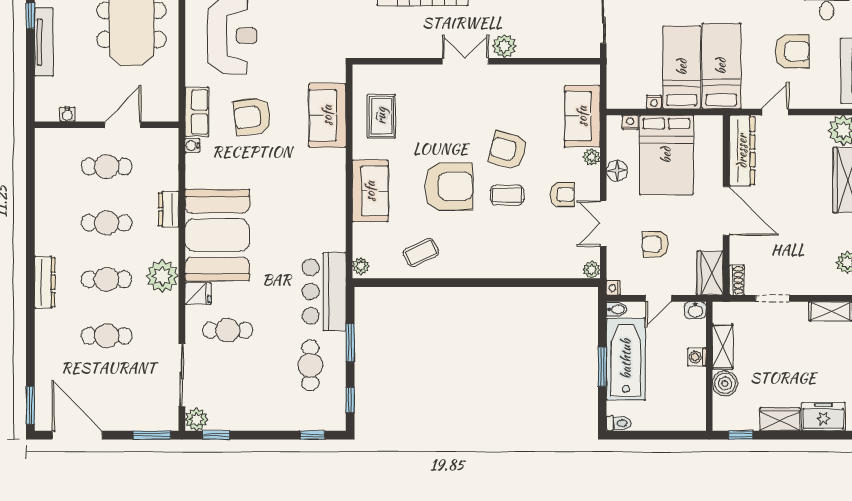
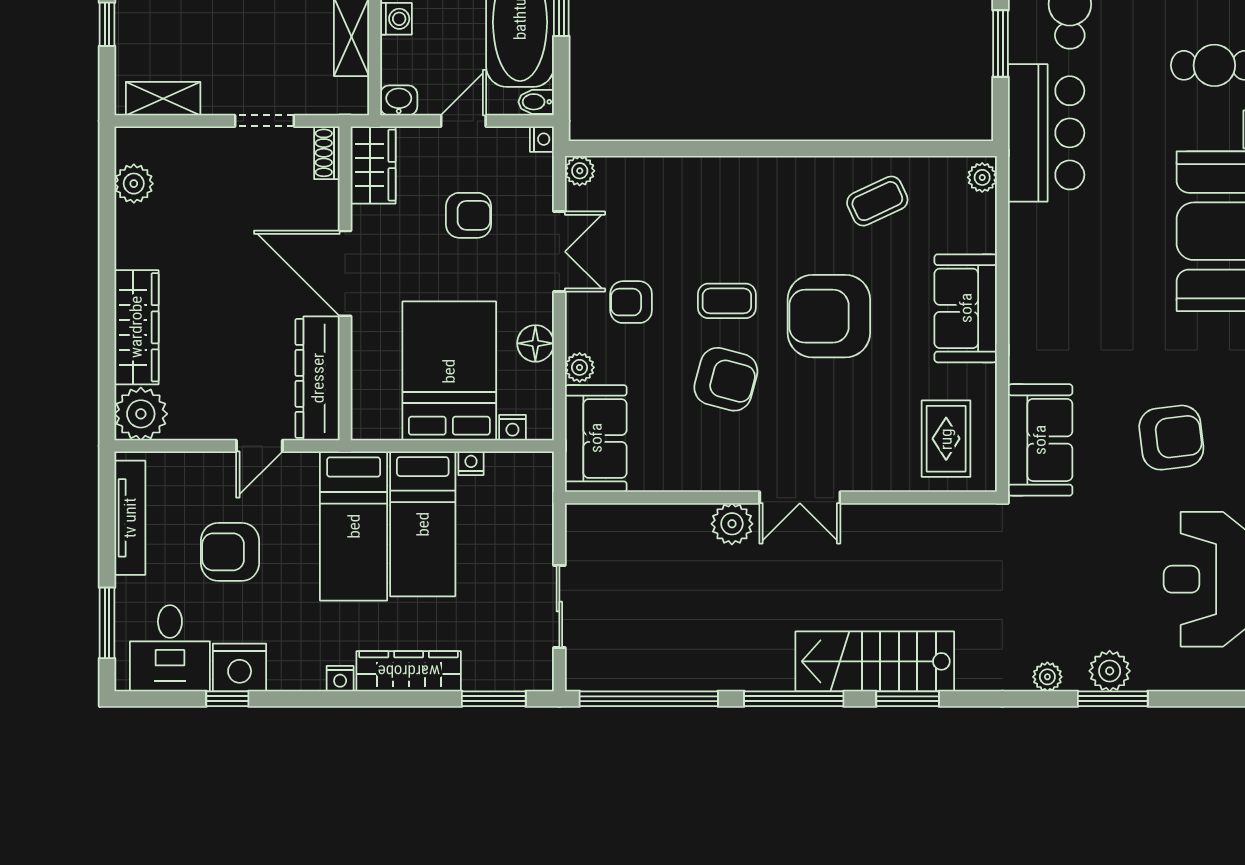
plant: (504, 46) -> (732, 524), moved
double door: (465, 61) -> (800, 498), moved
wall: (476, 61) -> (781, 498), moved

